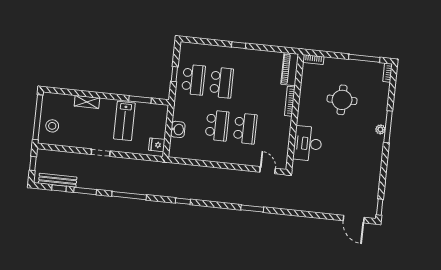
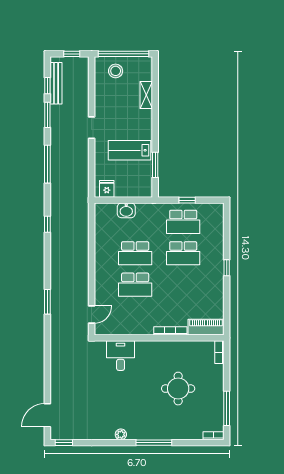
shelving: (87, 102) -> (146, 95), moved
plant: (380, 129) -> (121, 434), moved
desk: (308, 144) -> (121, 356), width x0.73

